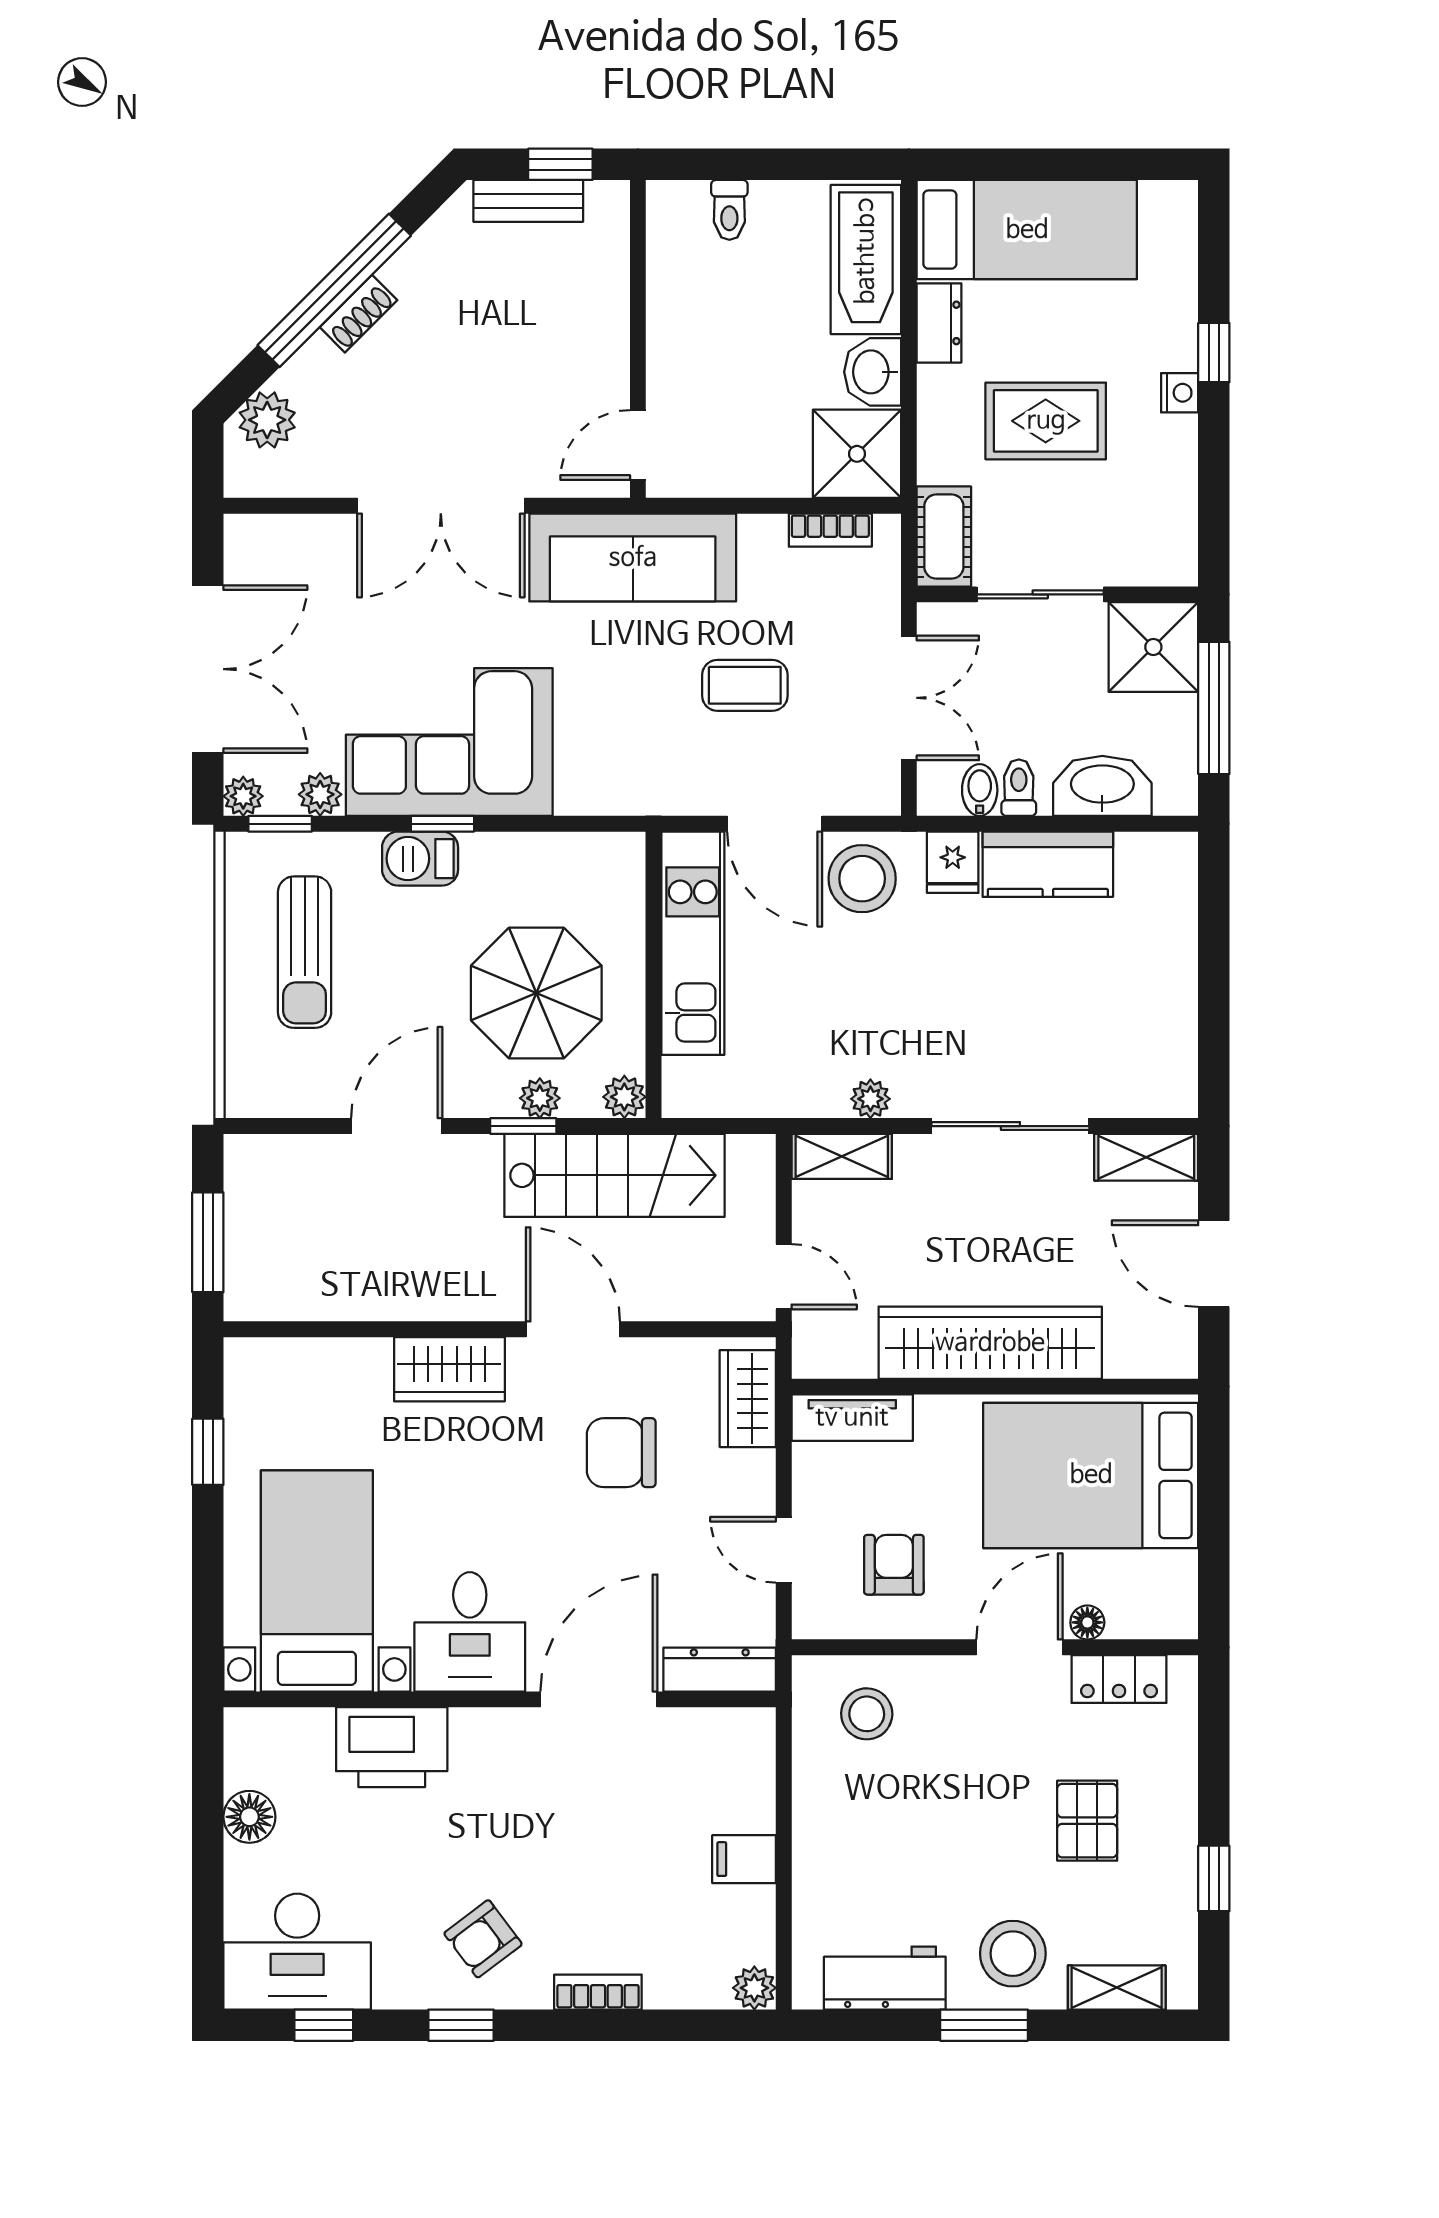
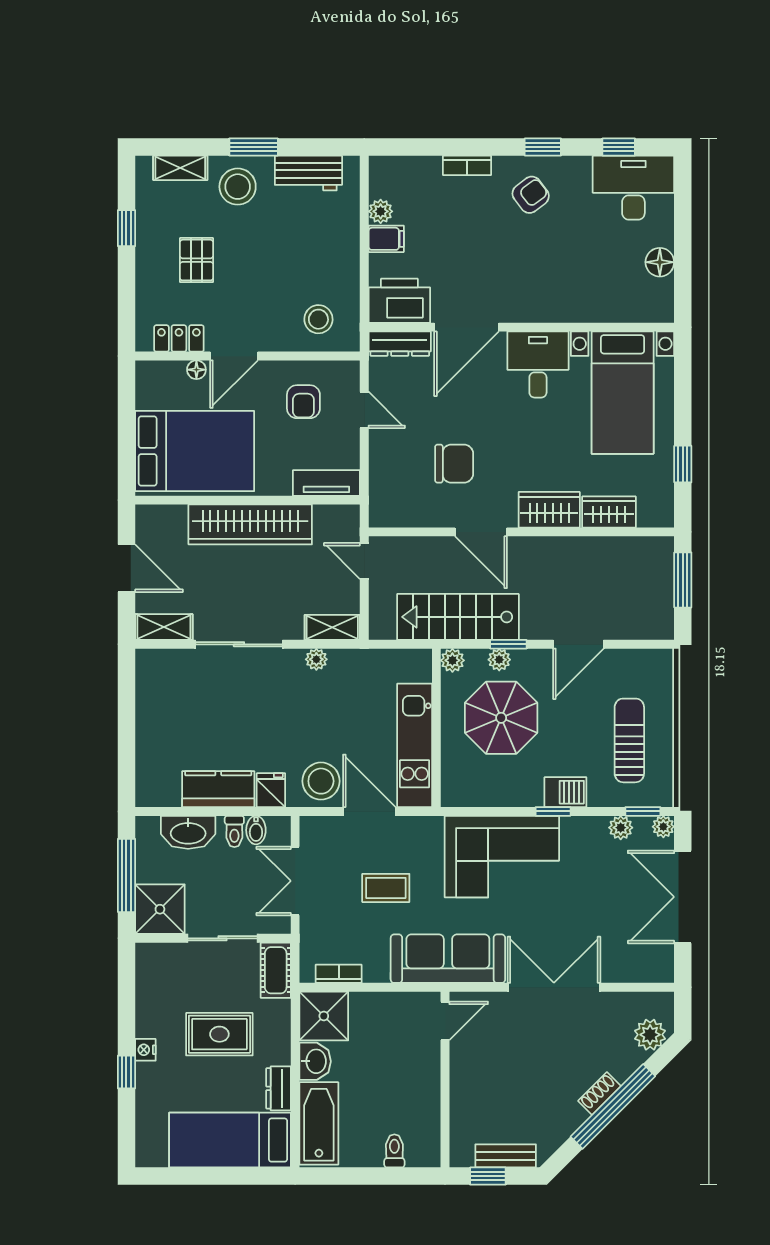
corner sofa: (449, 742) -> (502, 857), moved
wardrobe: (748, 1399) -> (609, 512), moved, turned -90
printer: (392, 1747) -> (399, 301), moved
plant: (754, 1988) -> (381, 211), moved

